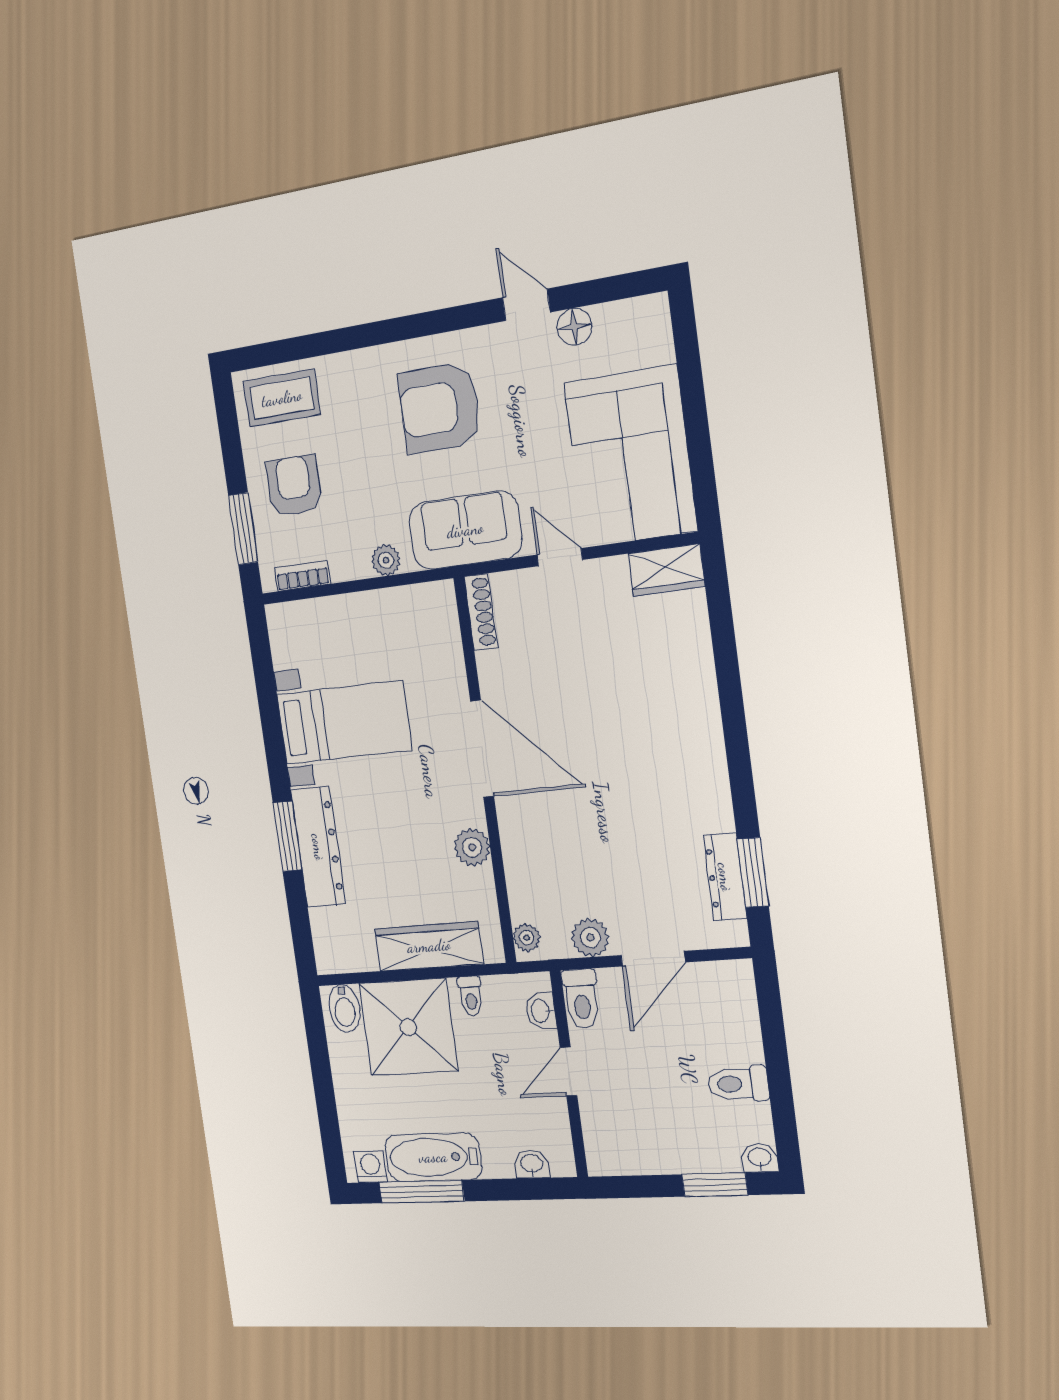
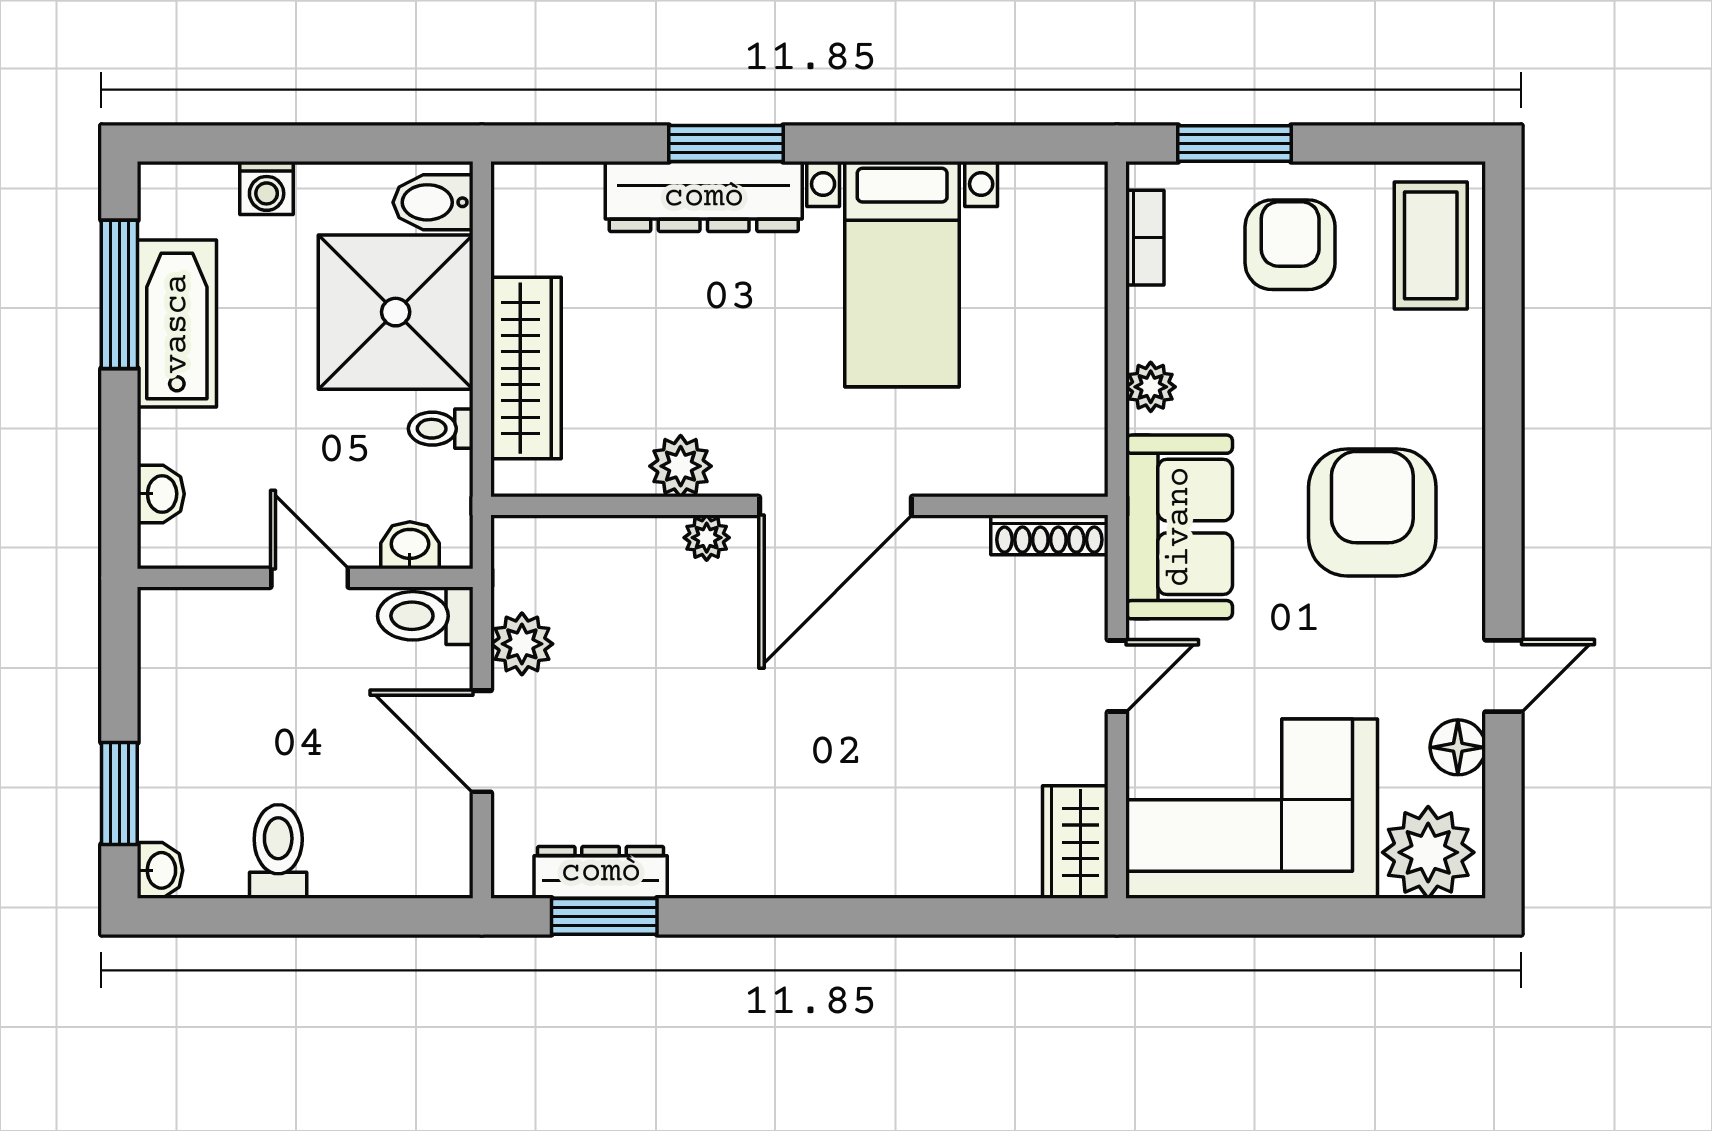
plant: (643, 334) -> (1428, 852), added
armchair: (294, 486) -> (1290, 245), turned -90
plant: (527, 938) -> (707, 538), moved
washing machine: (370, 1167) -> (267, 188), moved, turned 90

